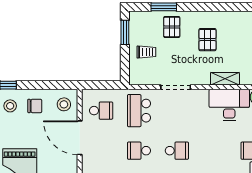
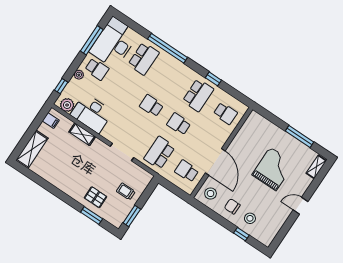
pallet: (172, 27) -> (96, 197), turned 90
pallet: (207, 40) -> (76, 171), removed
school desk: (139, 111) -> (159, 153), turned 180
school desk: (139, 151) -> (179, 124), turned 180

